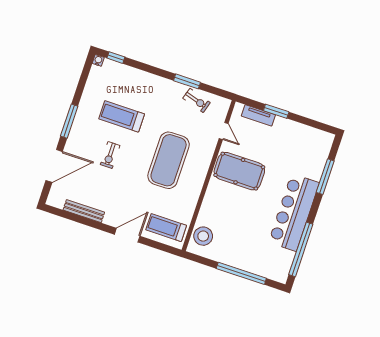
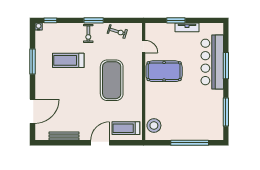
window: (187, 81) -> (94, 20), moved
tv unit: (258, 115) -> (187, 27), moved
window: (69, 121) -> (32, 61), moved
exercise bike: (110, 155) -> (88, 33), moved
window: (325, 177) -> (226, 66), moved
bar counter: (294, 212) -> (212, 62), moved
window: (301, 249) -> (226, 112), width x0.68

